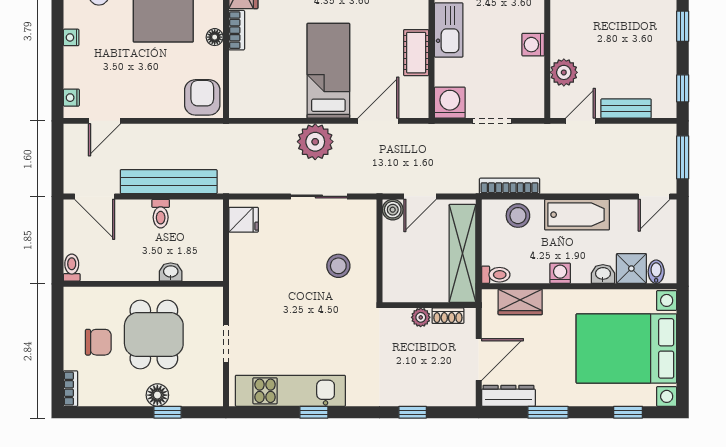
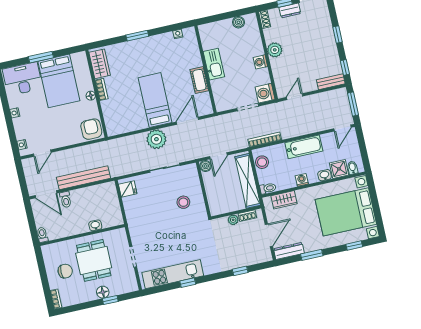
plant: (564, 72) -> (275, 50), moved
washing machine: (450, 103) -> (265, 93), moved, turned -90
bench: (626, 108) -> (331, 82), moved
toilet: (161, 214) -> (66, 200), moved
stool: (518, 216) -> (262, 162), moved

